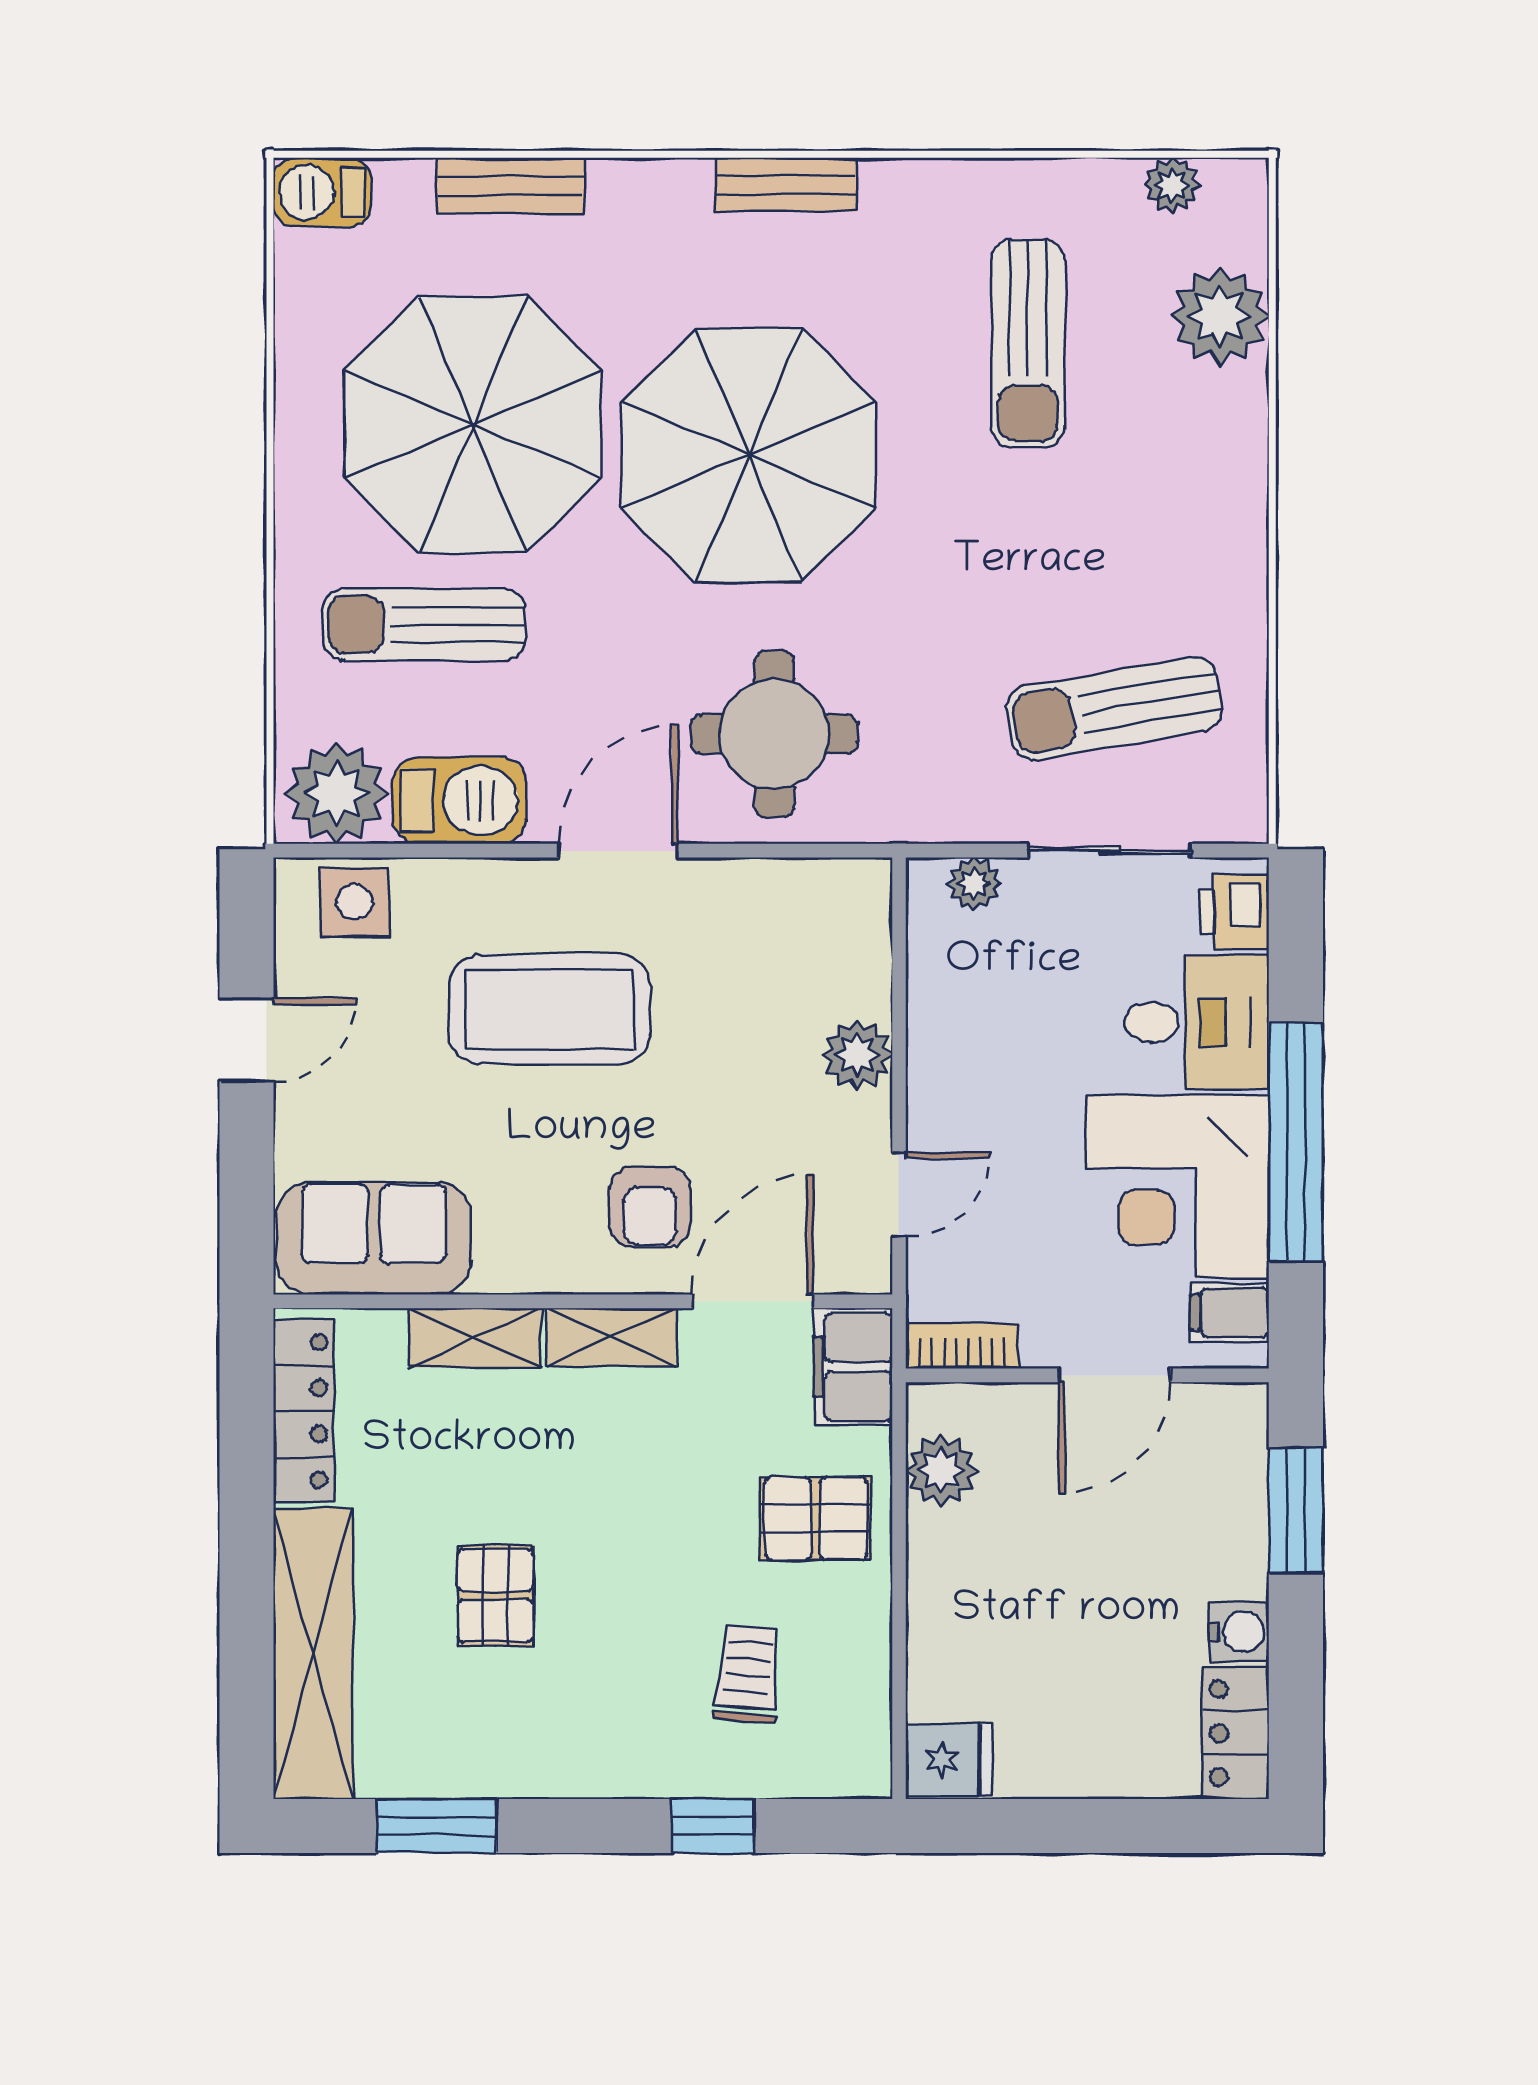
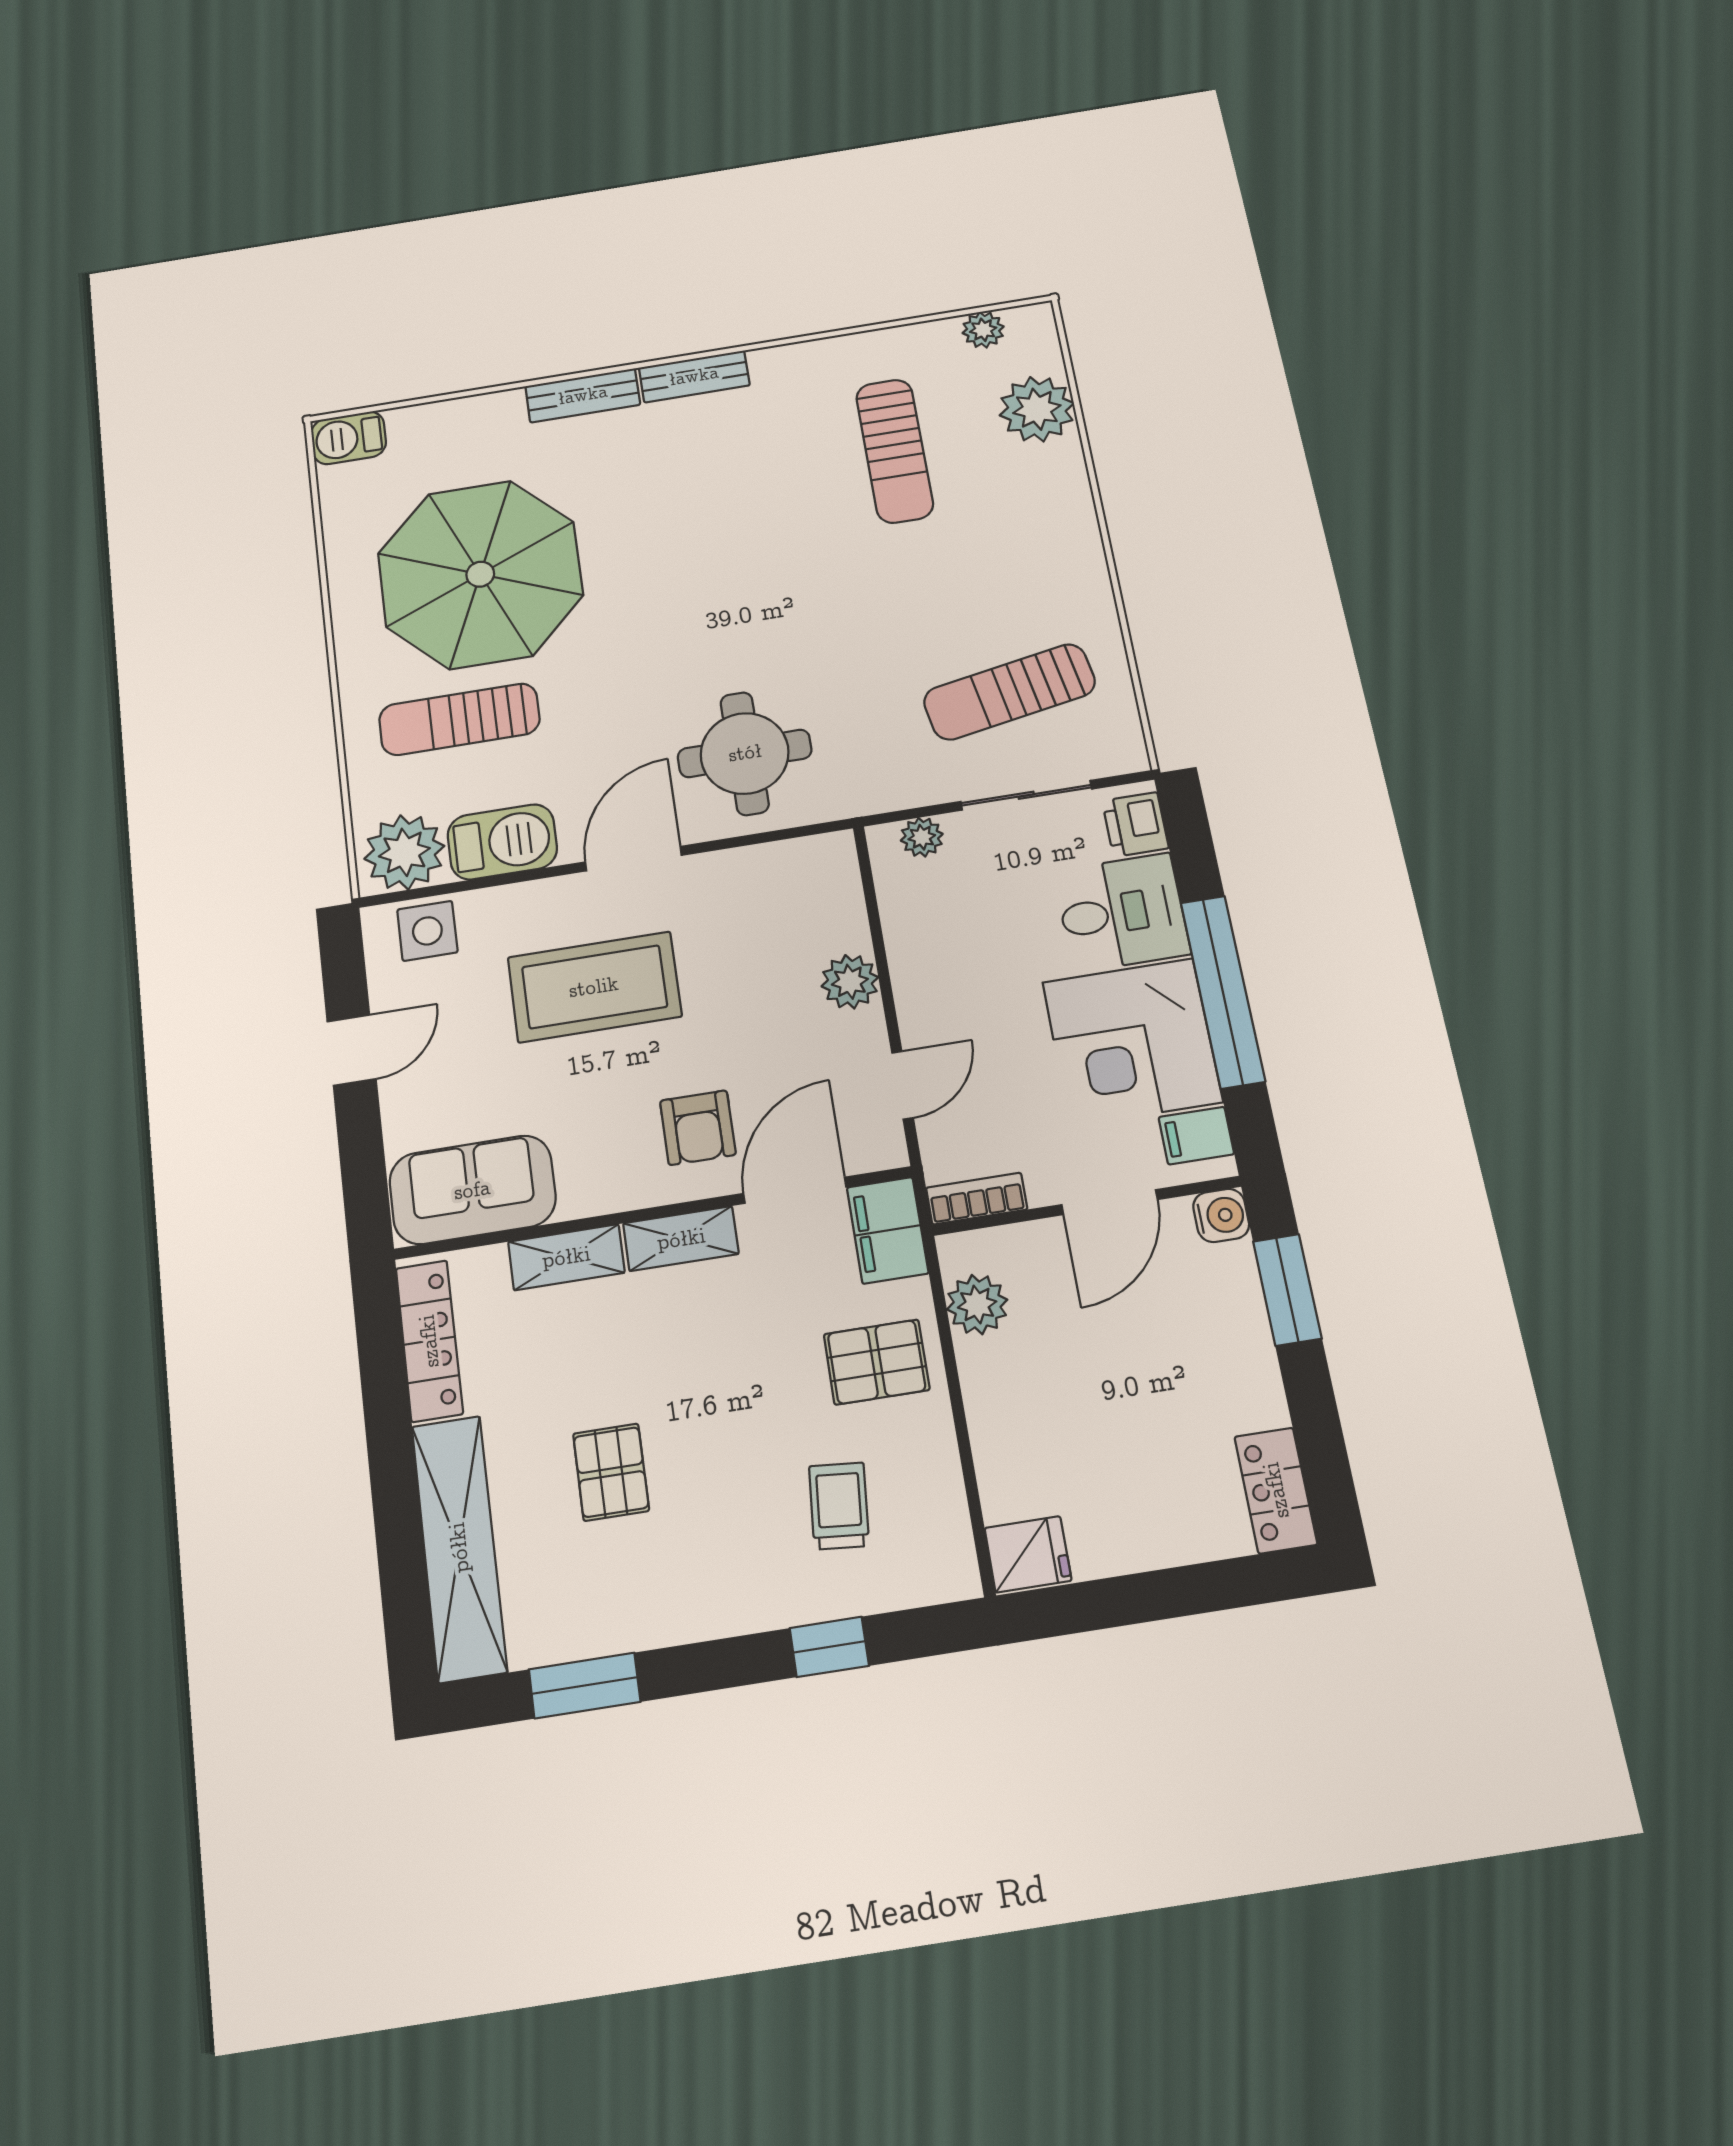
bench: (511, 186) -> (583, 395), moved
parasol: (749, 455) -> (694, 561), removed
water cooler: (1239, 1632) -> (1221, 1215), moved

